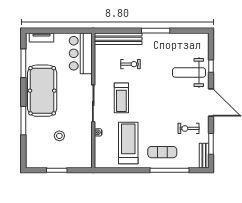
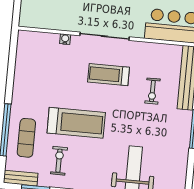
treadmill: (128, 143) -> (76, 123), moved
exercise mat: (162, 152) -> (26, 138), moved

